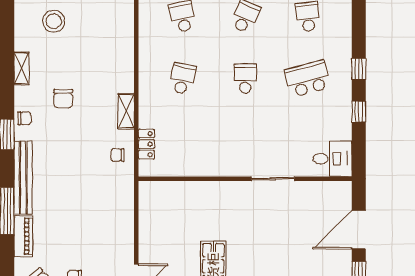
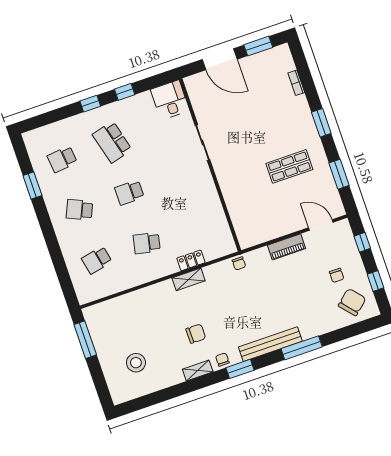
shelving: (21, 68) -> (198, 371), moved
locker: (146, 144) -> (191, 260), moved
chair: (118, 155) -> (239, 263), moved
piano: (23, 236) -> (287, 247), moved, turned 180

